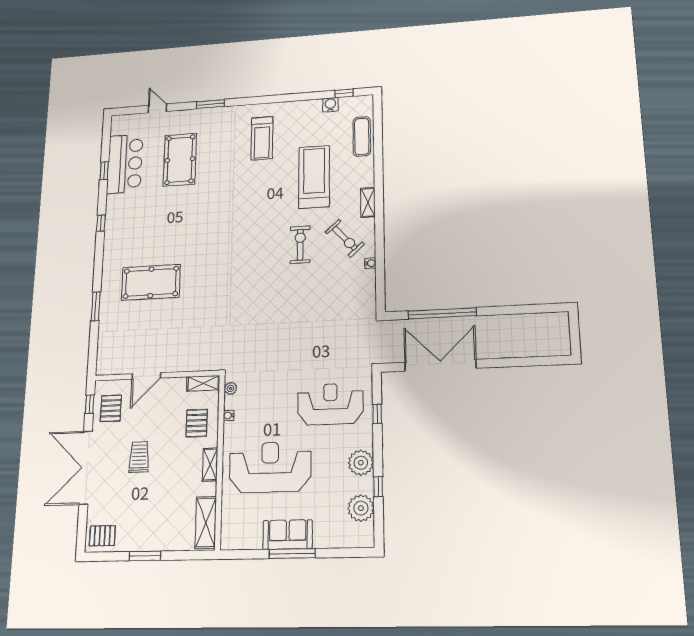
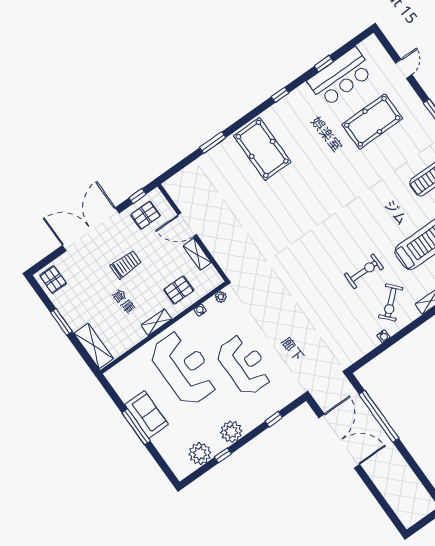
pool table: (151, 282) -> (262, 149), moved
shelving: (203, 383) -> (197, 254), moved
reception desk: (330, 404) -> (244, 365), moved
shelving: (206, 523) -> (94, 346), moved, turned 90

